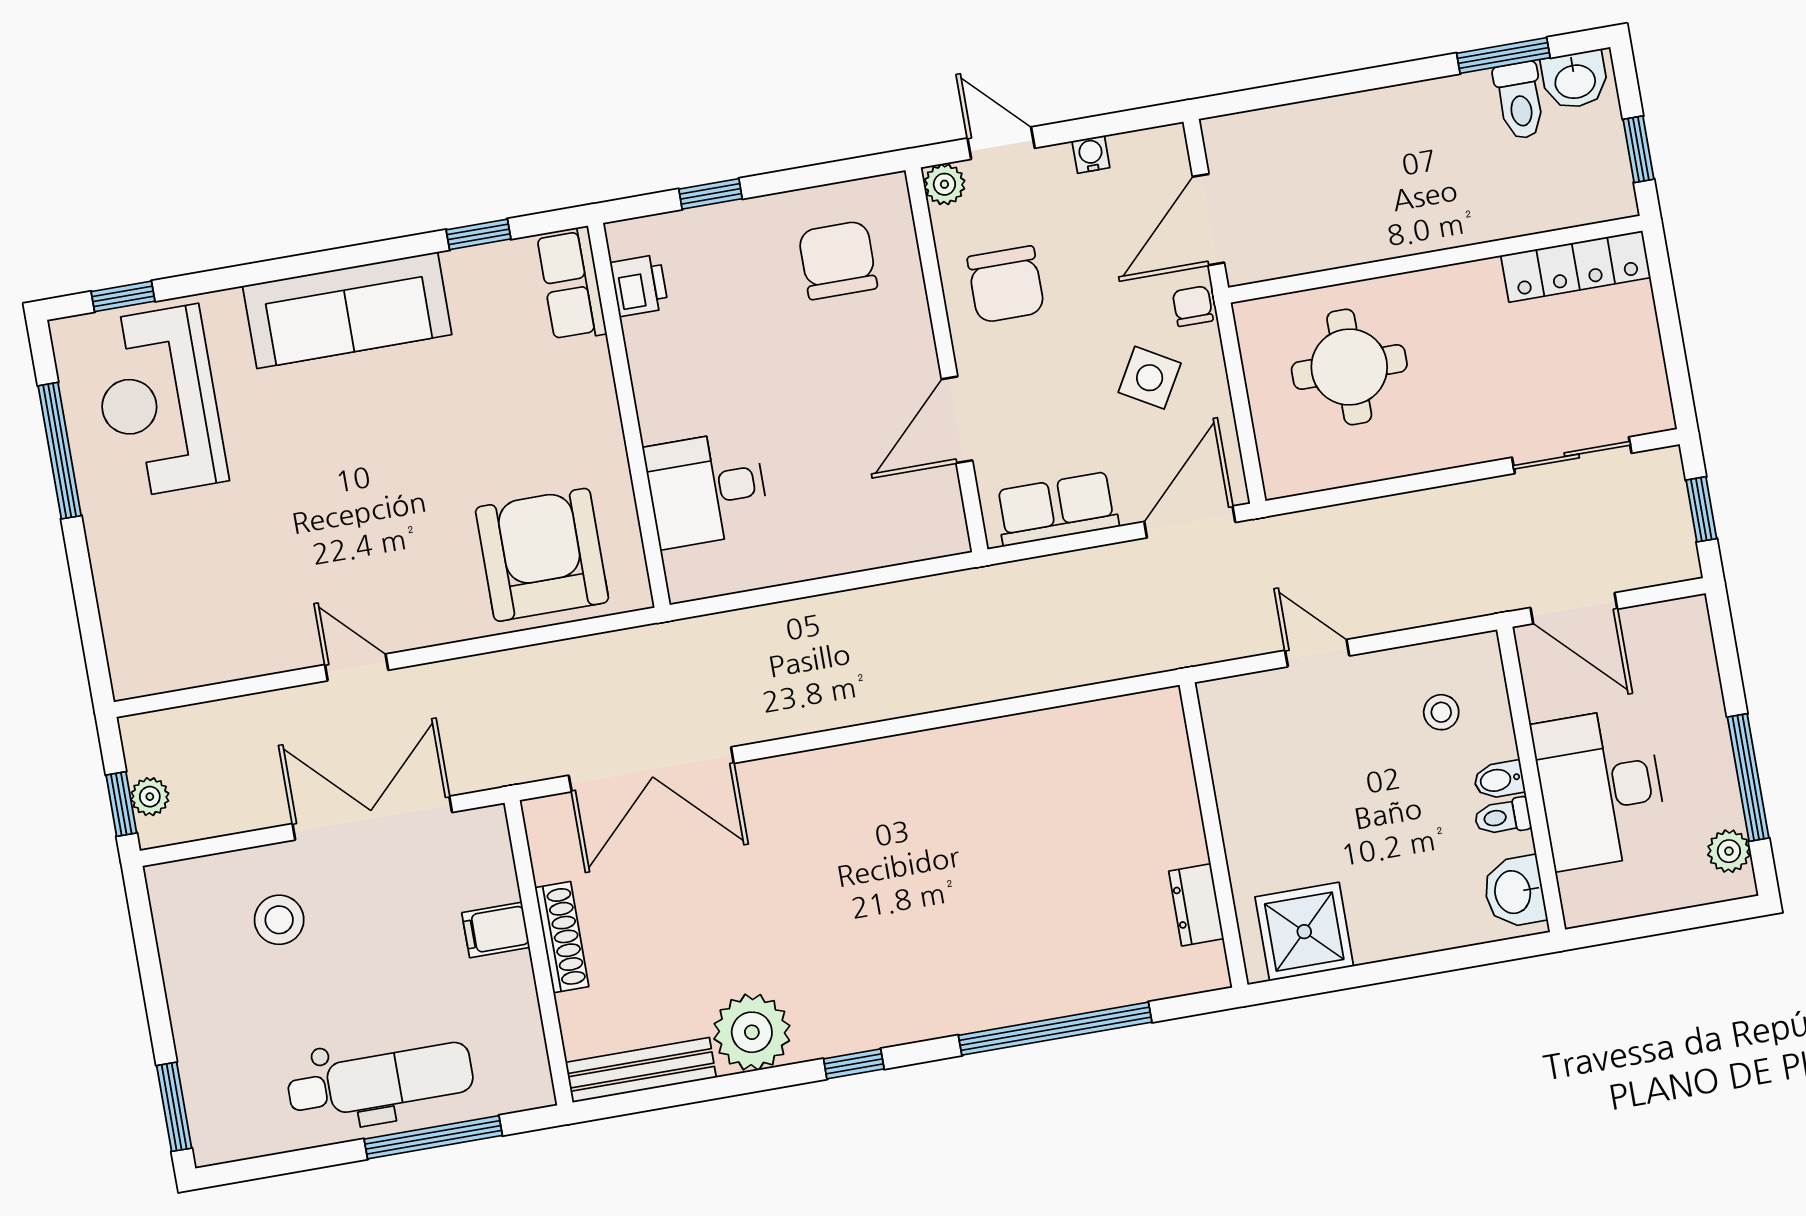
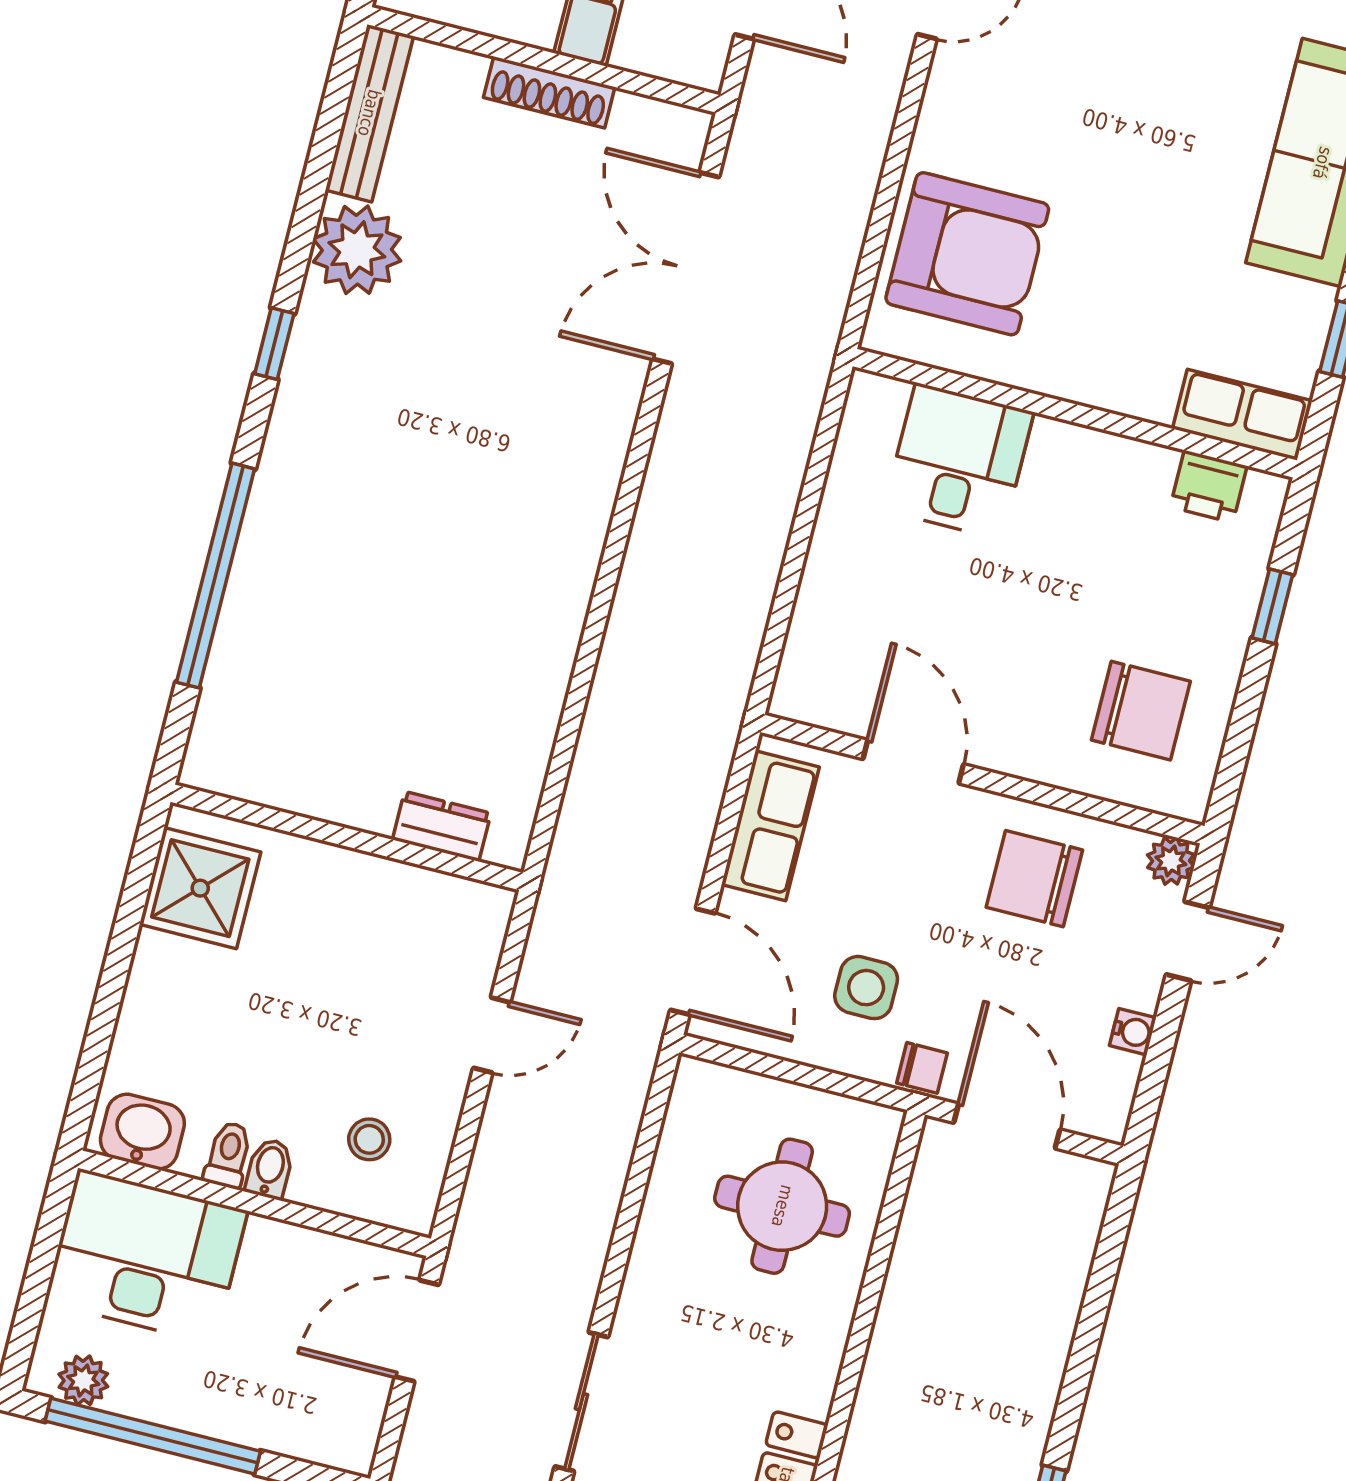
side table: (1150, 378) -> (866, 988), turned -30
window: (1748, 778) -> (153, 1436), width x1.46
desk: (1600, 788) -> (146, 1256), moved
dresser: (1196, 905) -> (442, 826), moved

